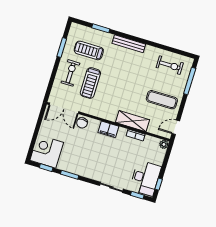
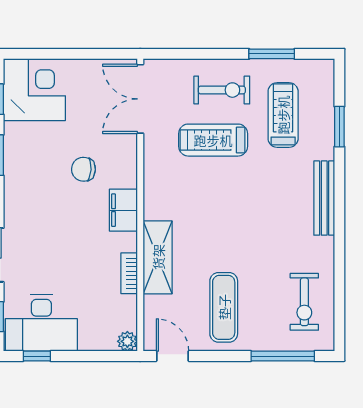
chair: (82, 123) -> (83, 169), moved

